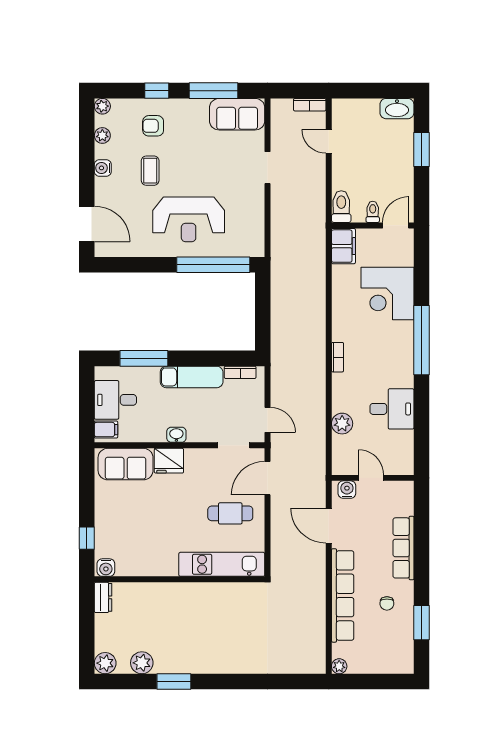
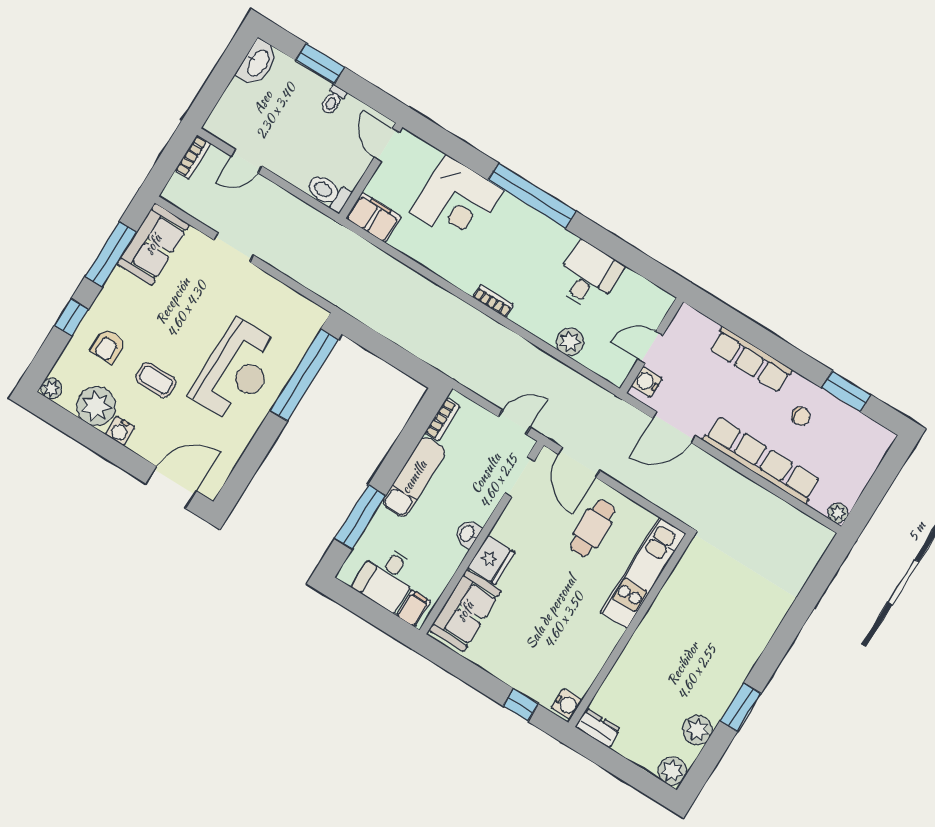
plant: (102, 136) -> (96, 406), width x1.87, depth x1.87
toilet: (373, 212) -> (333, 100), moved, turned -90

